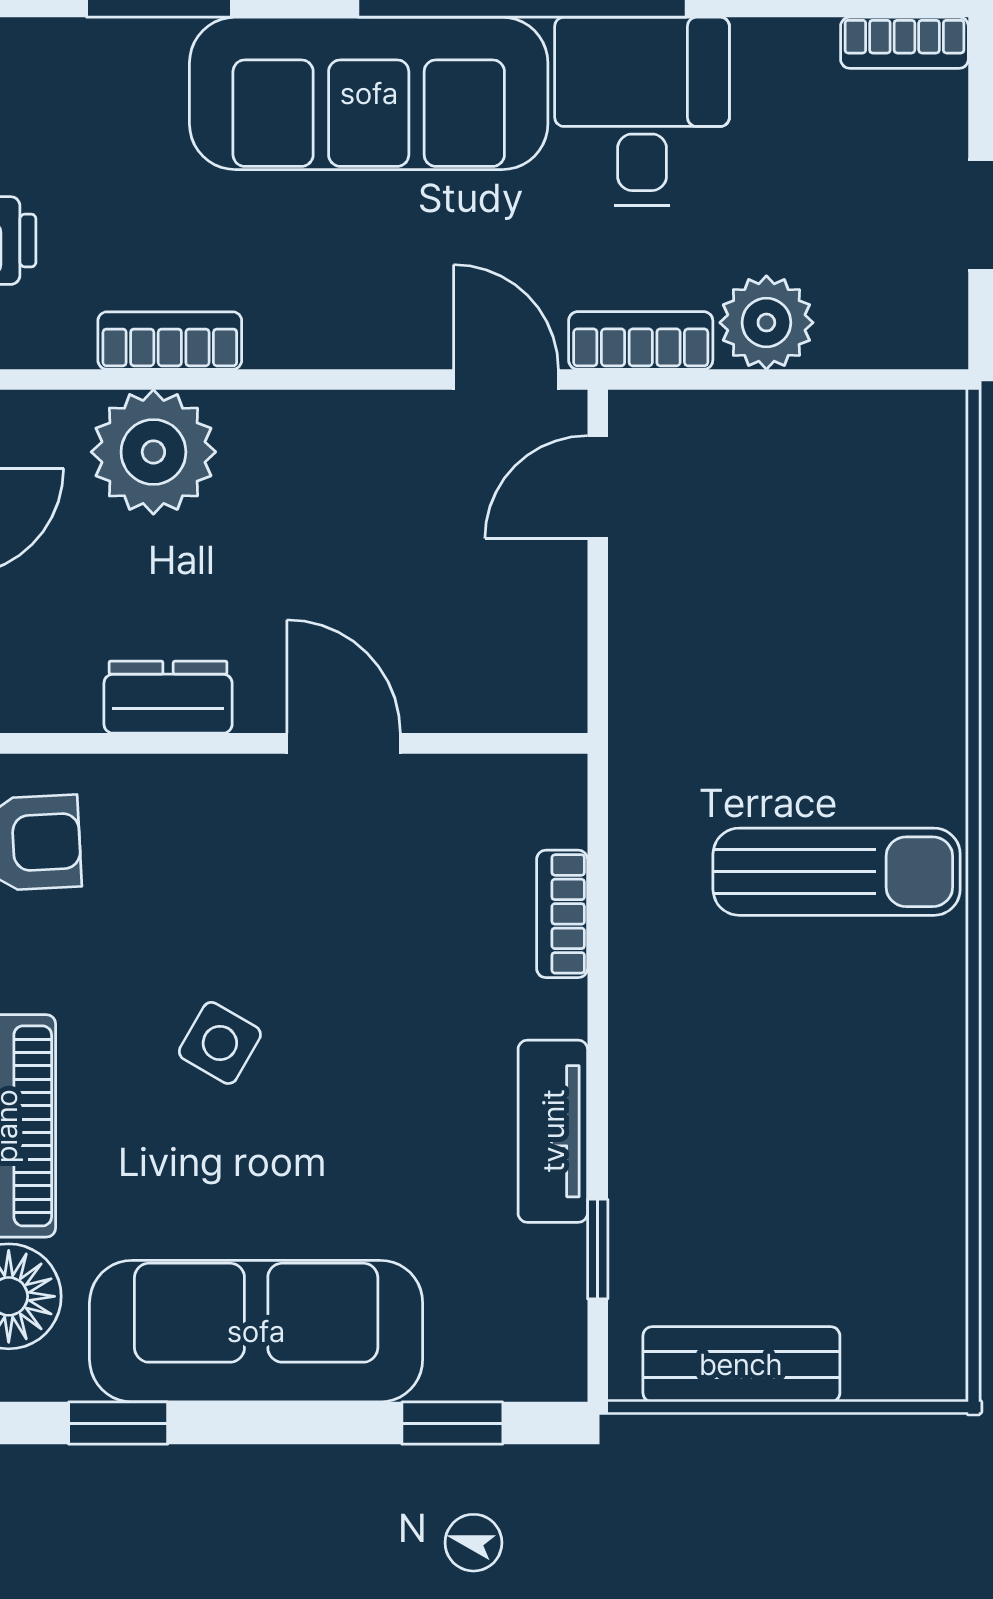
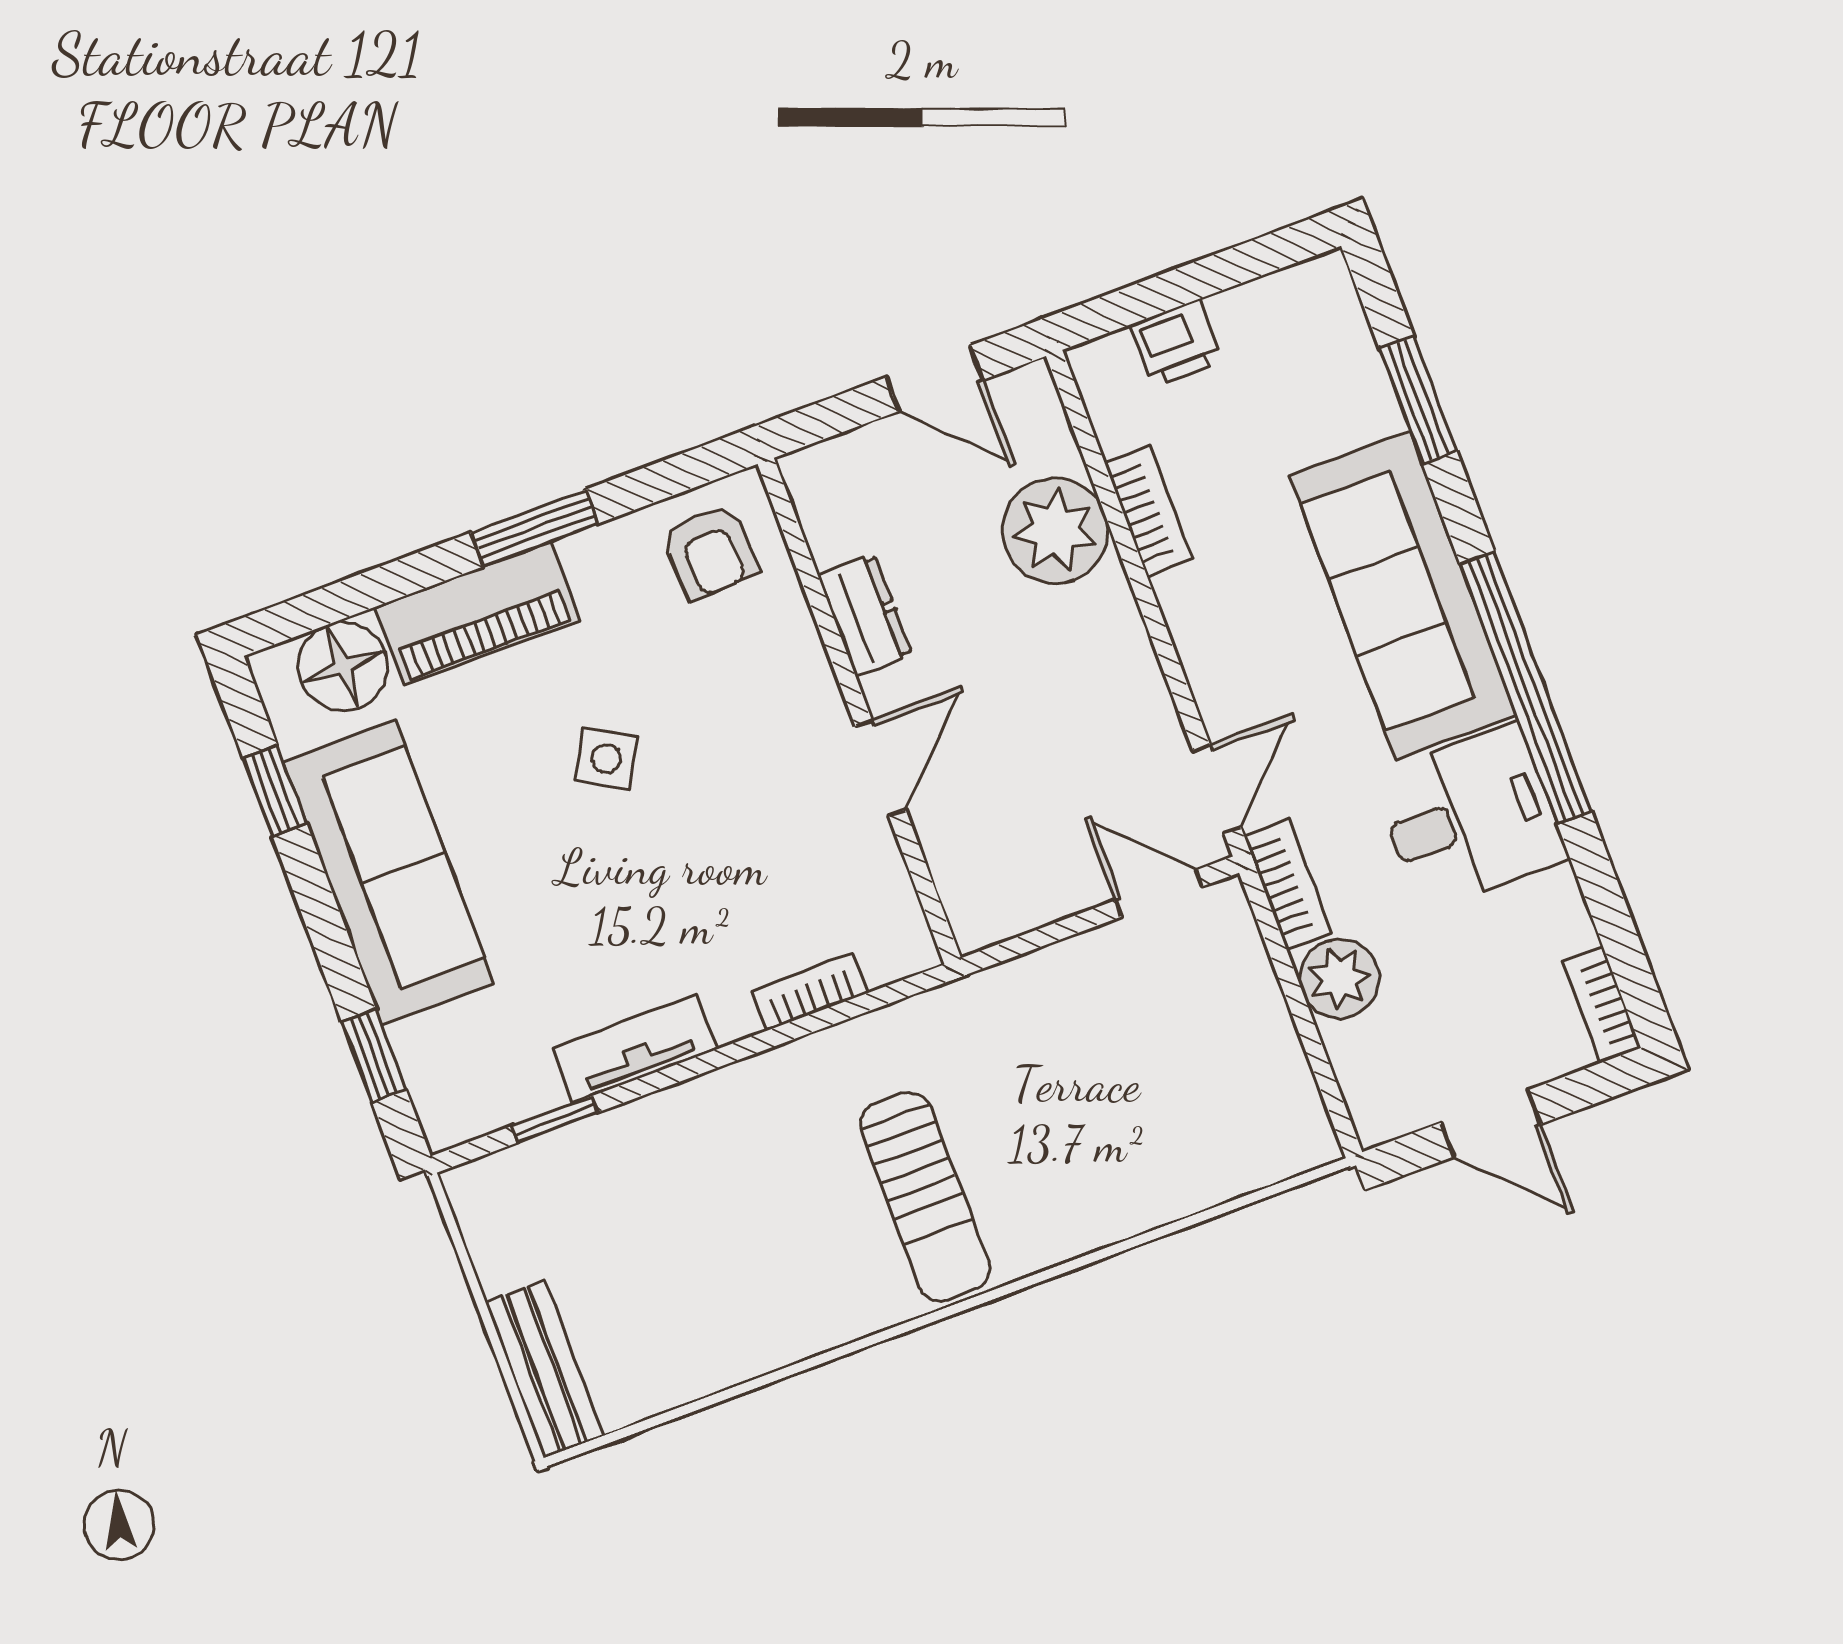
bench: (741, 1364) -> (544, 1369), moved

